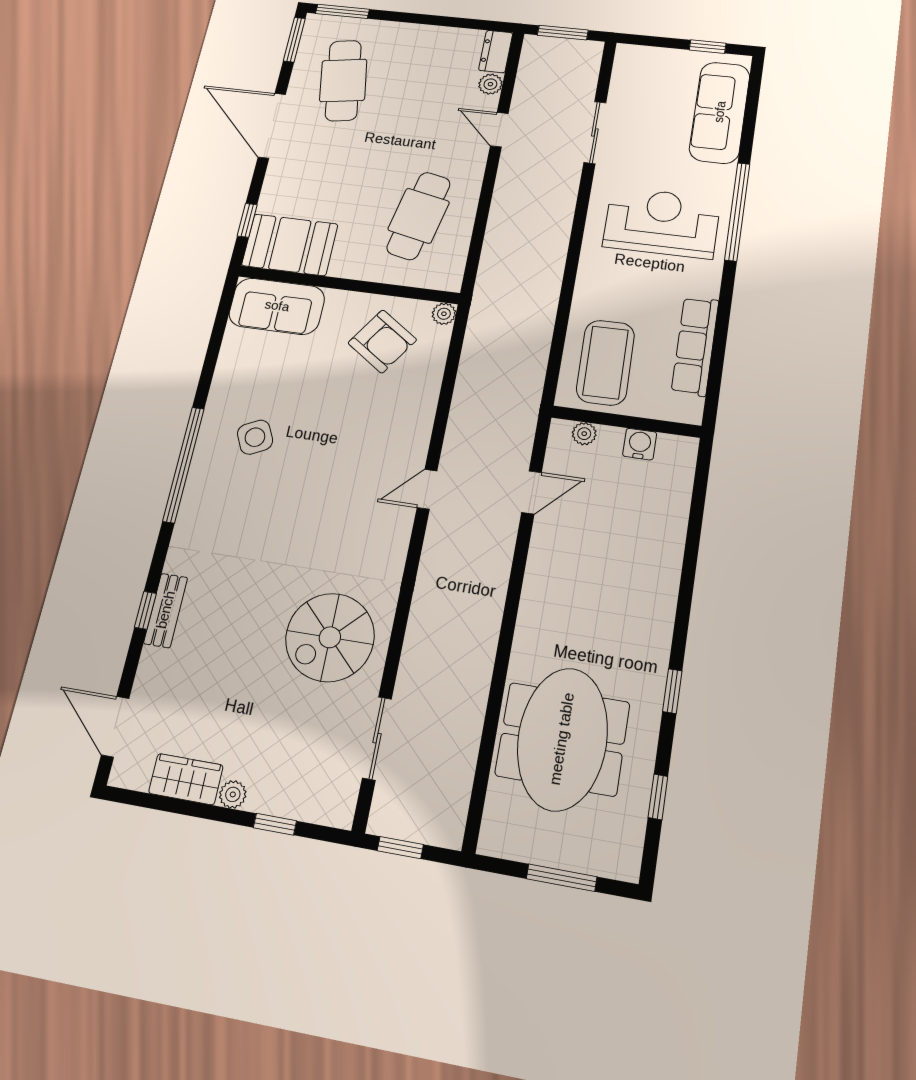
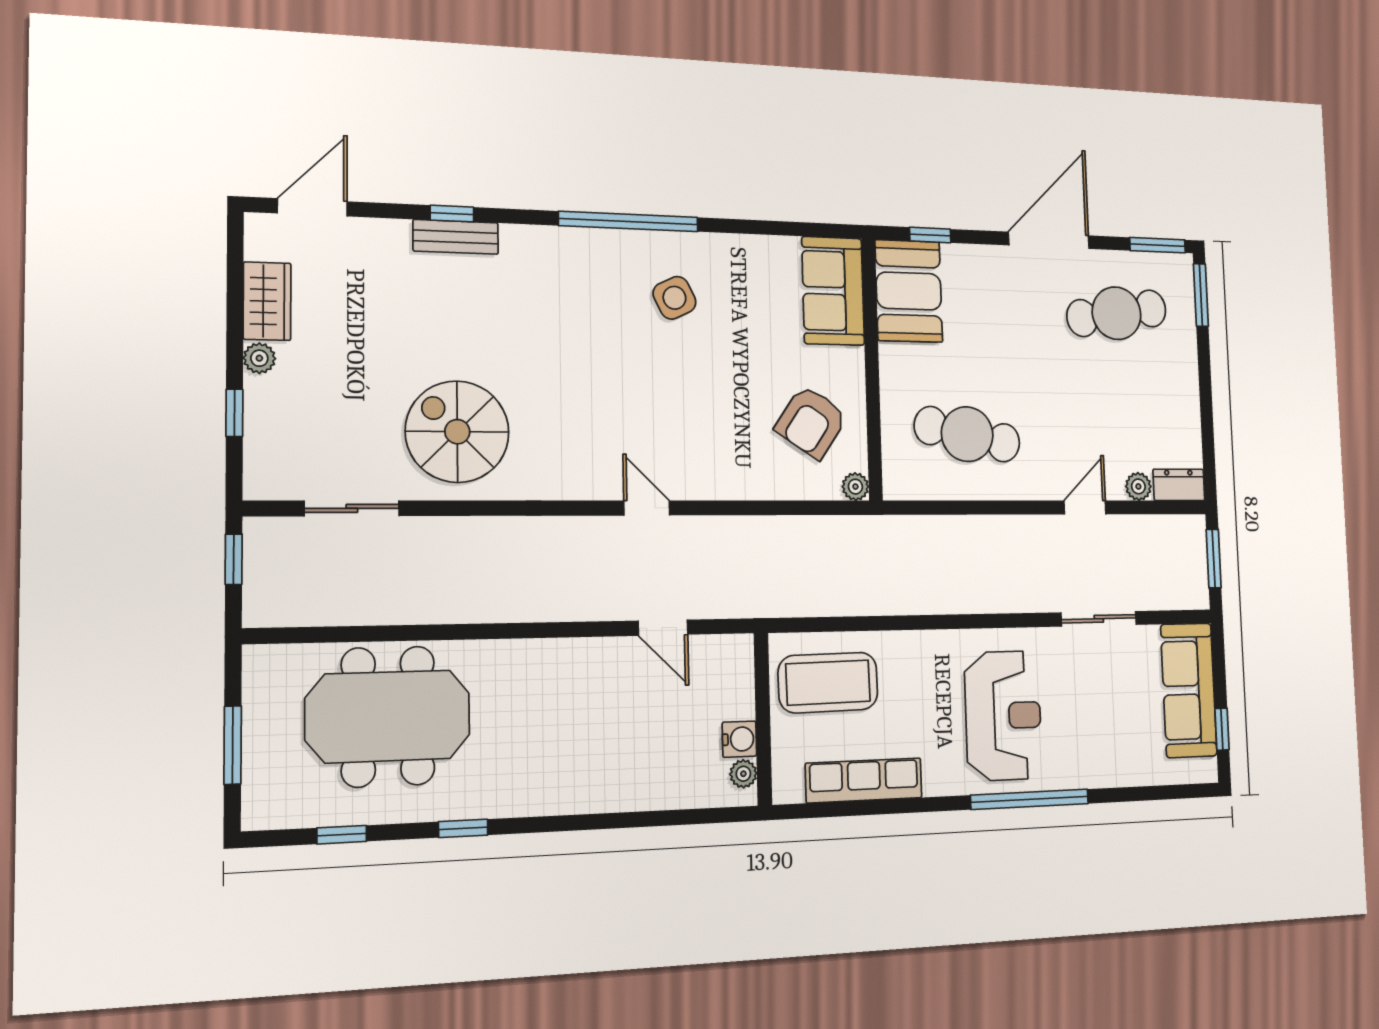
sofa: (720, 112) -> (1189, 690), moved, turned -90
plant: (584, 434) -> (743, 774), moved

